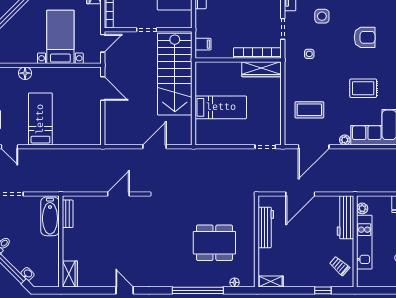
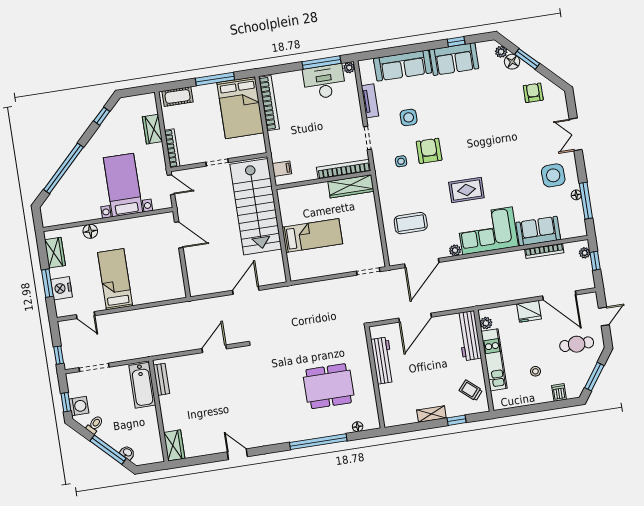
armchair: (365, 37) -> (429, 151), moved, turned -90
door: (103, 43) -> (171, 185), hinge flipped
shelving: (271, 281) -> (431, 414), moved

